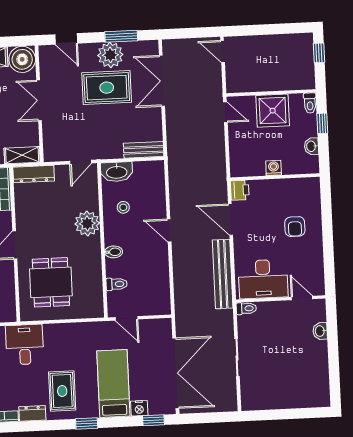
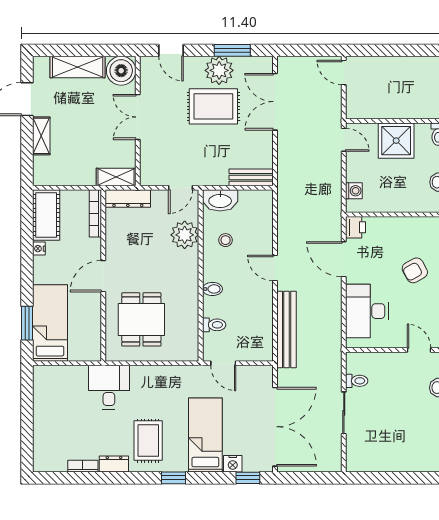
washing machine: (274, 168) -> (354, 191), moved, turned 90
plant: (87, 223) -> (185, 235), moved
armchair: (295, 227) -> (415, 270), turned 61
bench: (223, 274) -> (287, 330), moved
desk: (263, 279) -> (367, 311), moved, turned 90
toilet: (246, 308) -> (357, 381), moved

